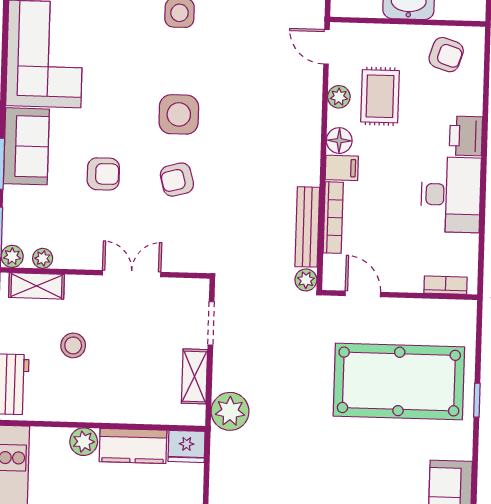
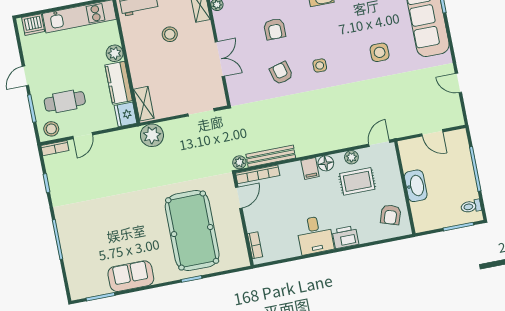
side table: (179, 114) -> (320, 65), width x0.54, depth x0.54
desk: (451, 195) -> (315, 235), width x0.73
bookcase: (333, 218) -> (258, 174), moved
shelving: (194, 376) -> (144, 104), moved, turned 90

